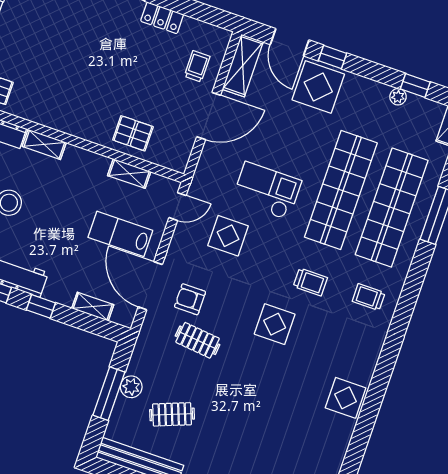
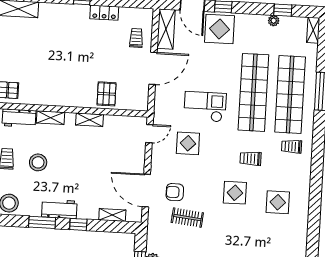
pallet: (133, 133) -> (107, 94), turned 90
shelving: (129, 174) -> (90, 120), moved
lab bench: (120, 234) -> (117, 162), removed
trolley: (310, 282) -> (251, 158), turned 180
trolley: (369, 297) -> (292, 146), moved
display table: (346, 398) -> (278, 202), moved

